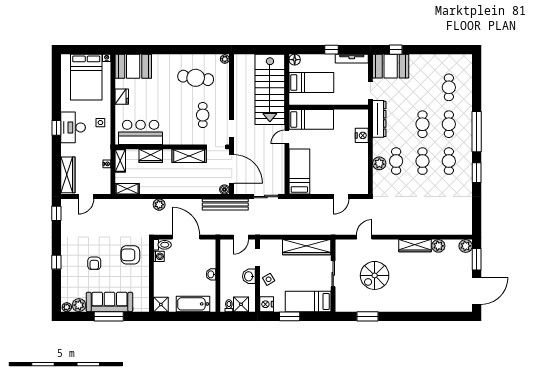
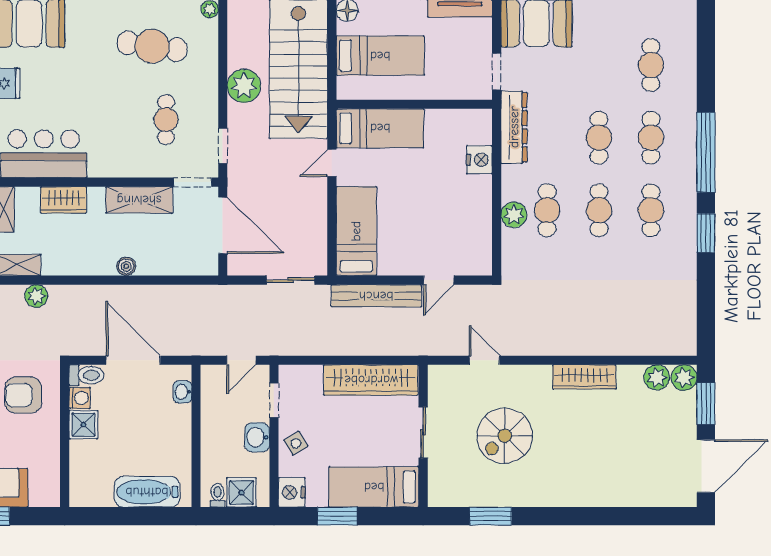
plant: (242, 98) -> (244, 86), added
boiler: (224, 189) -> (126, 266), moved
bench: (225, 204) -> (376, 296), moved
plant: (159, 205) -> (36, 296), moved
door: (364, 237) -> (484, 360), hinge flipped
plant: (438, 246) -> (657, 377), moved
washbasin: (211, 274) -> (183, 392), moved
shower: (161, 304) -> (83, 425), moved

